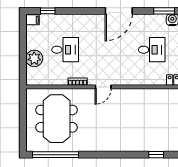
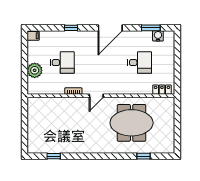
window: (48, 11) -> (71, 28), moved
meeting table: (57, 119) -> (132, 123), moved, turned 90
window: (56, 155) -> (54, 156), width x0.32

